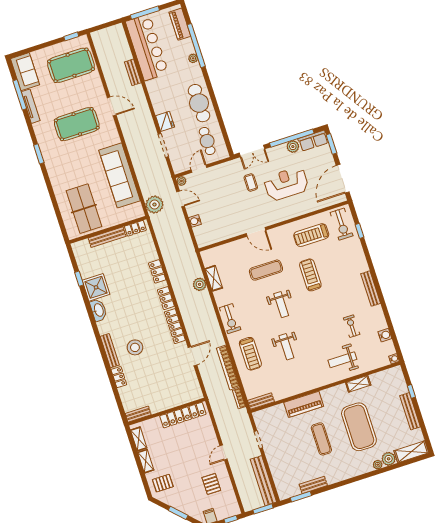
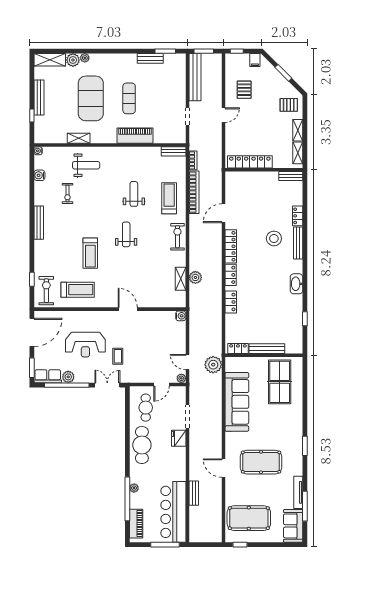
water cooler: (195, 221) -> (181, 316), moved
exercise mat: (266, 270) -> (130, 271), removed
shower: (96, 287) -> (292, 306), removed

